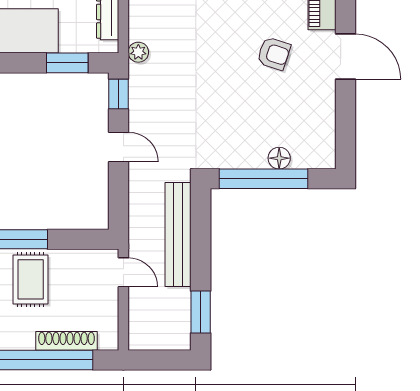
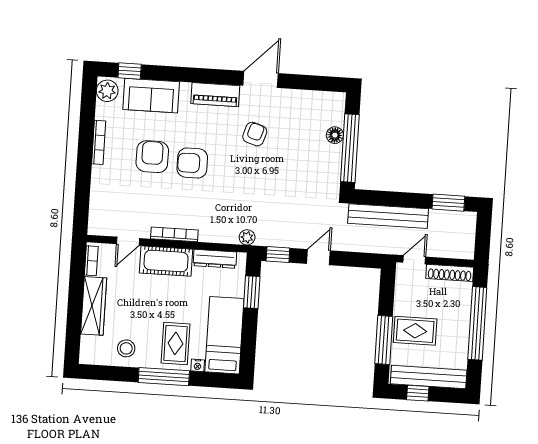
shoe rack: (66, 341) -> (450, 273), moved, turned -90

